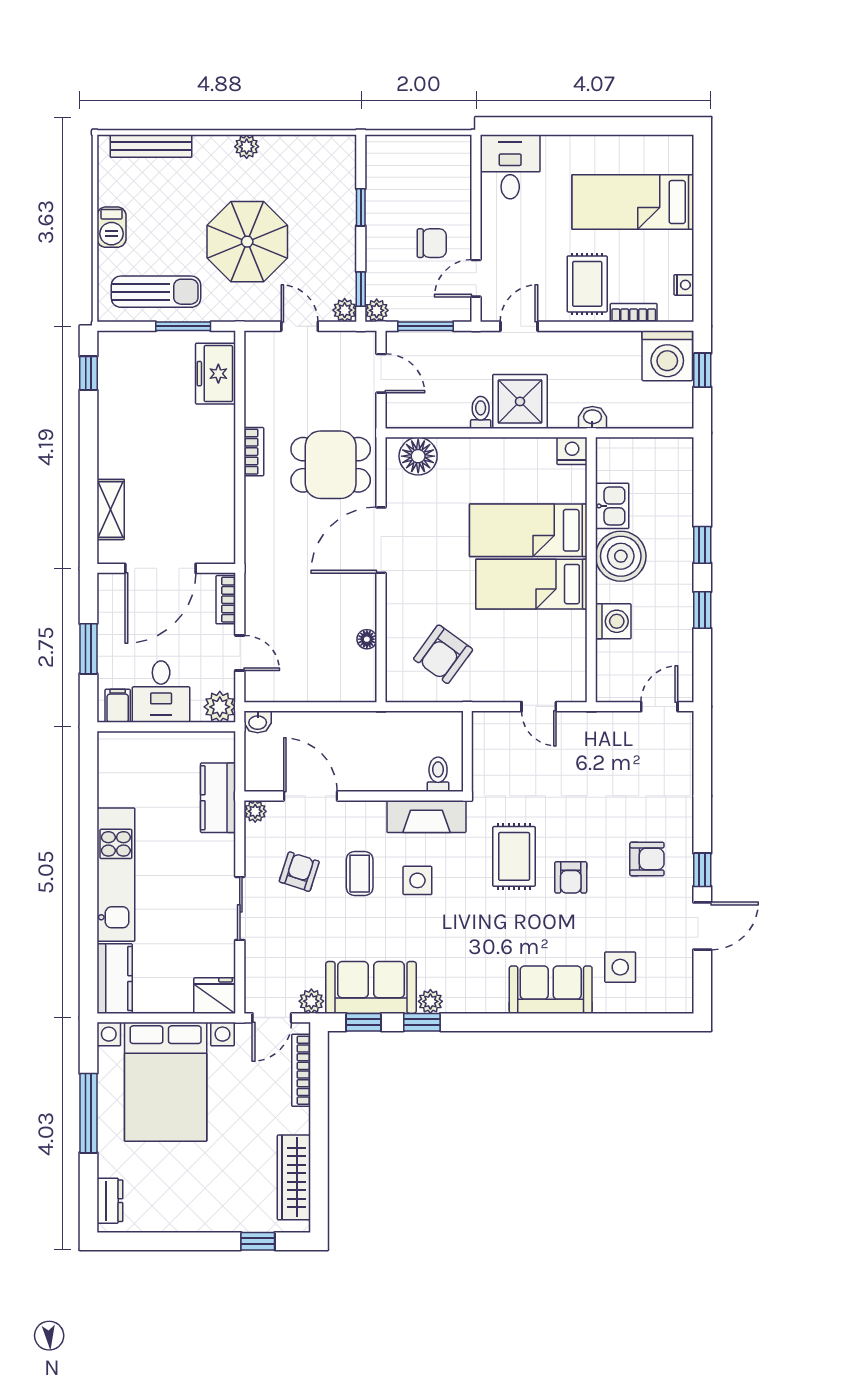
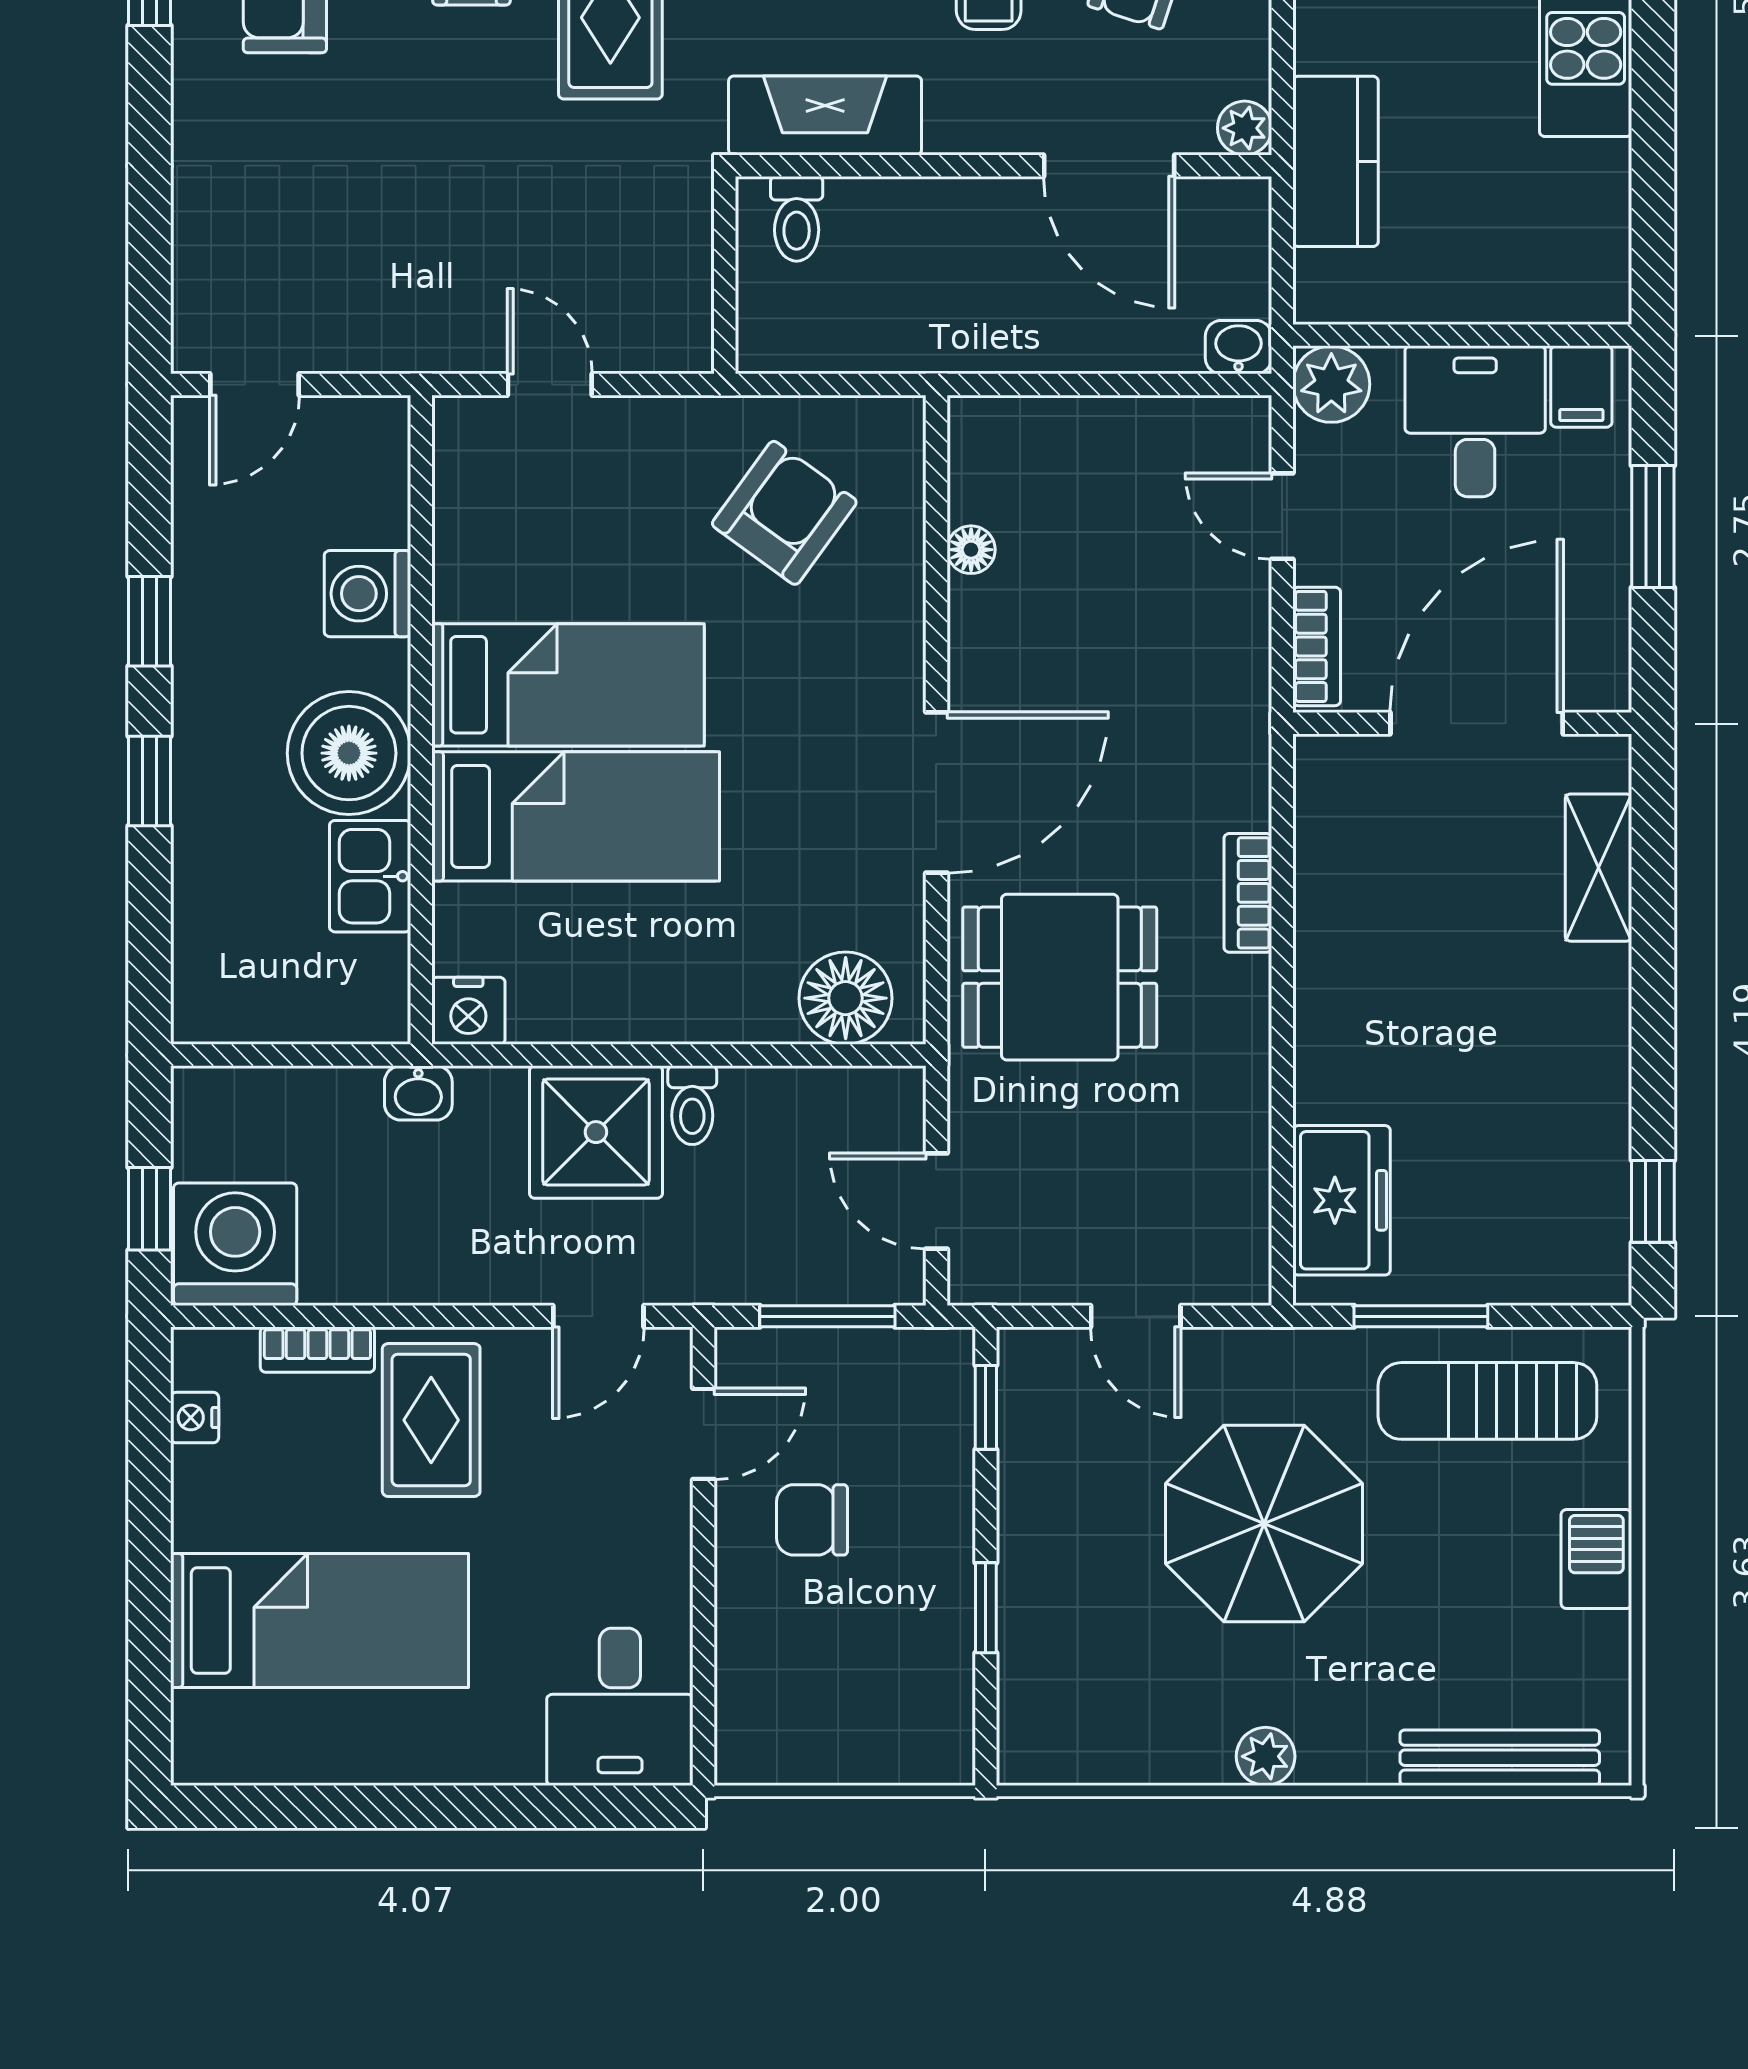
plant: (345, 310) -> (1025, 1356), removed
plant: (377, 310) -> (947, 1355), removed
bookcase: (254, 452) -> (1248, 893), moved

